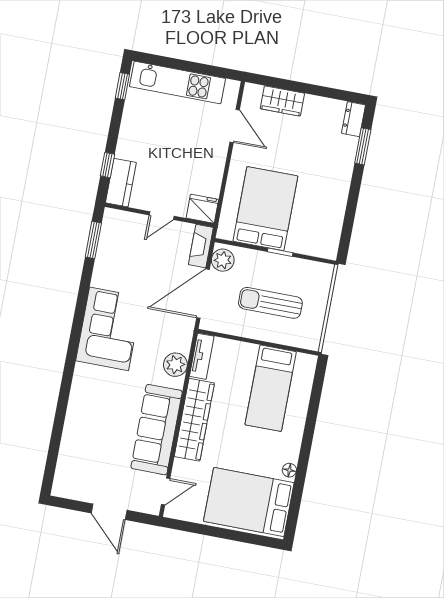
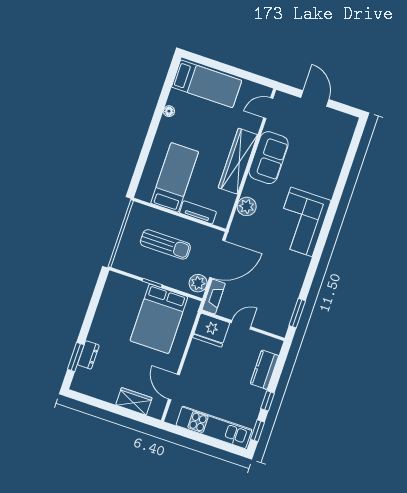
dresser: (353, 119) -> (88, 355), moved
window: (107, 165) -> (268, 401), moved
kitchen counter: (121, 183) -> (264, 370), moved
fridge: (202, 209) -> (211, 330), width x1.36, depth x1.34
corner sofa: (109, 329) -> (302, 222), moved
tv unit: (202, 356) -> (198, 212), moved, turned 90
sofa: (157, 430) -> (269, 158), width x0.73
bed: (249, 502) -> (207, 84), width x0.67

